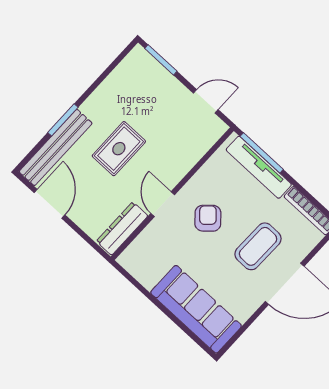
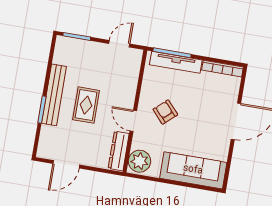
bench: (56, 147) -> (54, 95), moved
door: (50, 204) -> (66, 164), swing flipped
coffee table: (258, 246) -> (206, 109), removed
plant: (139, 257) -> (139, 161), added

